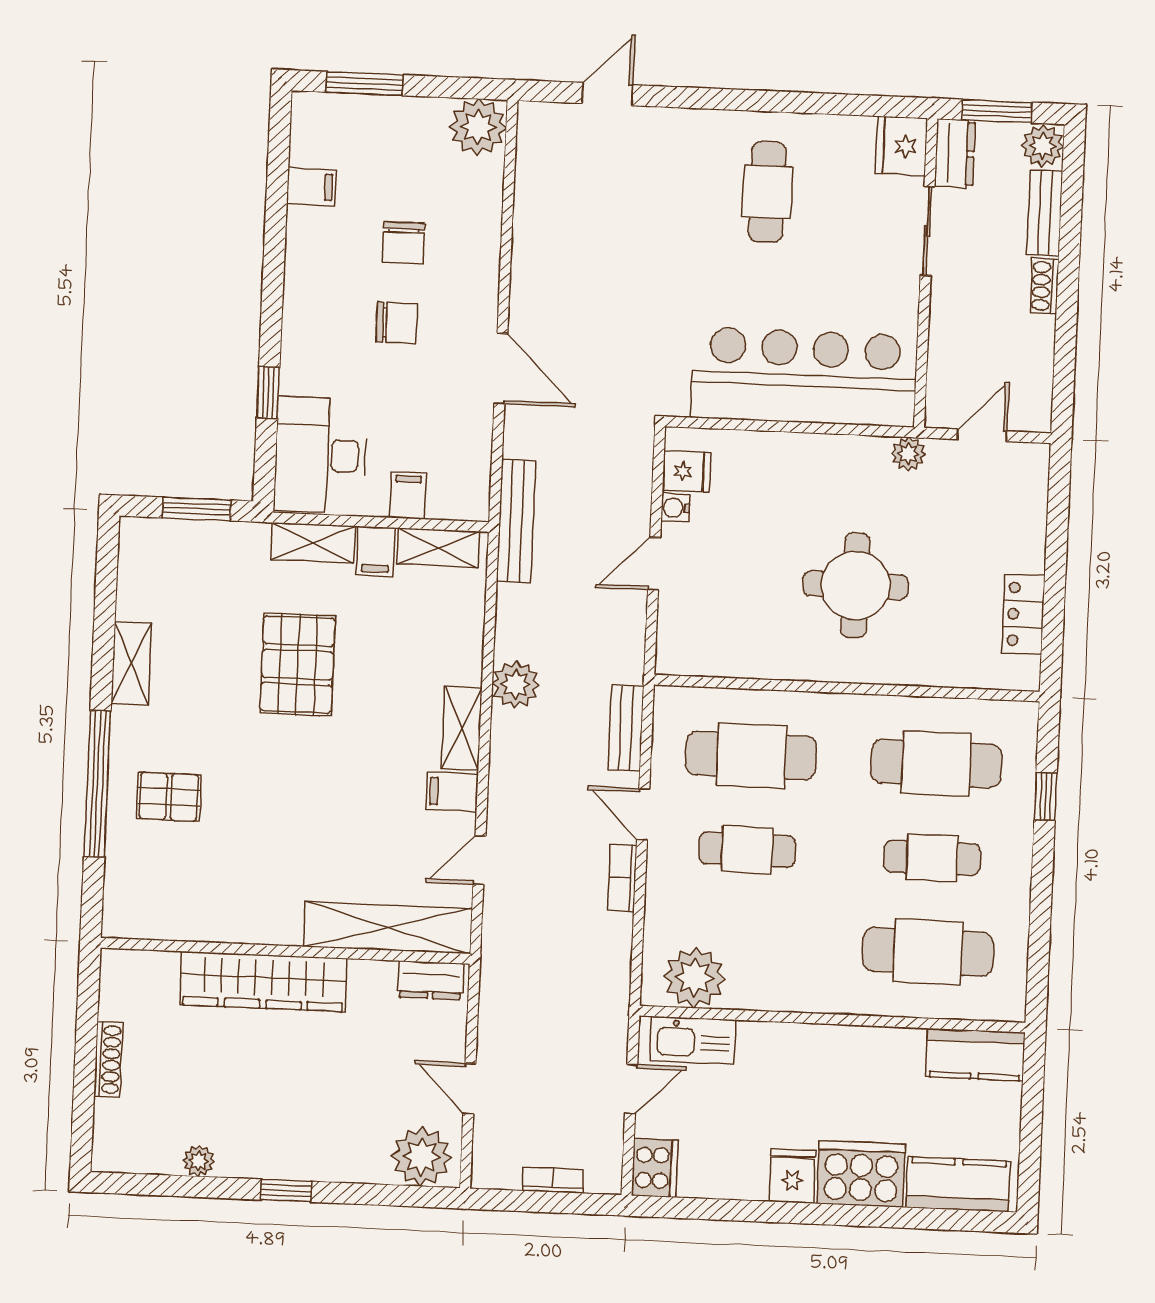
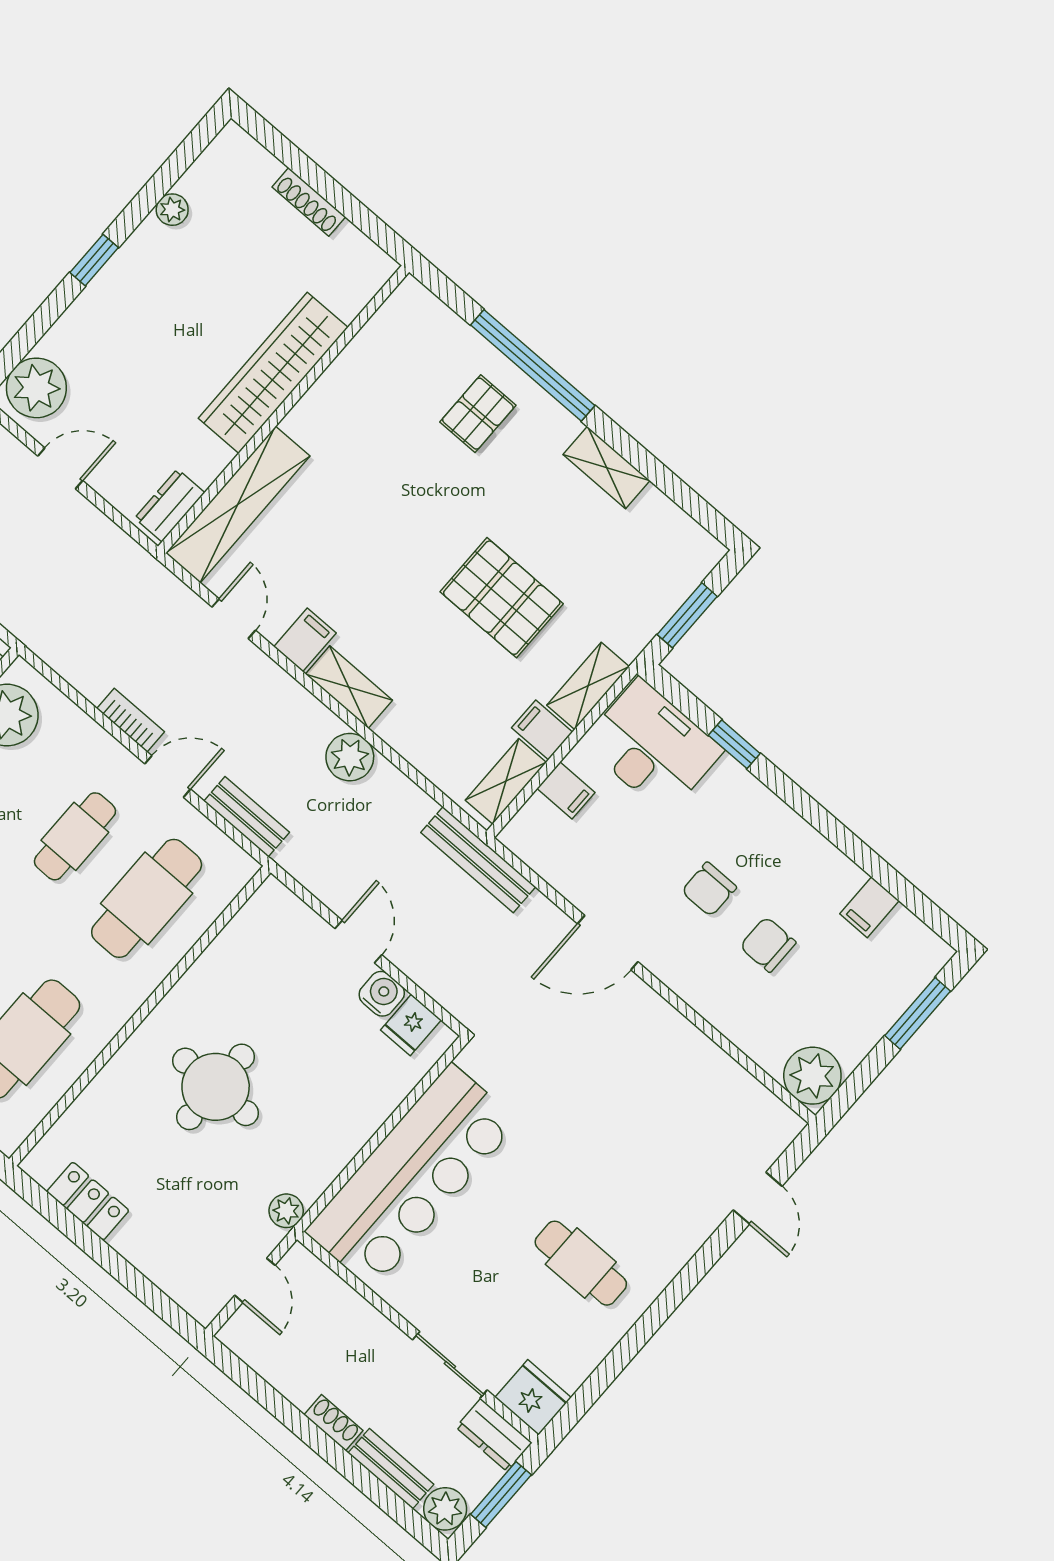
water cooler: (675, 508) -> (382, 994), width x1.38, depth x1.38

